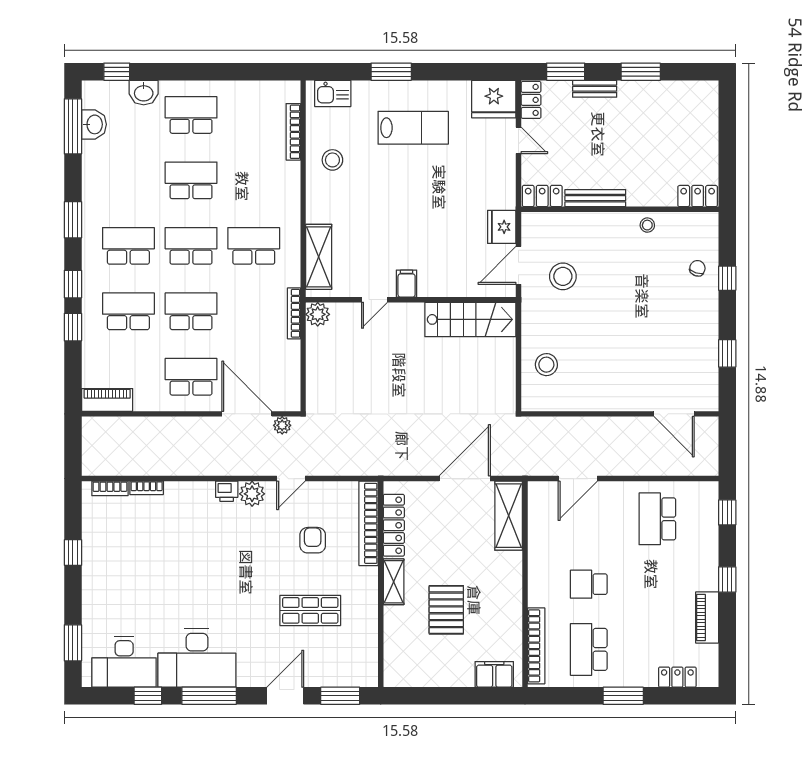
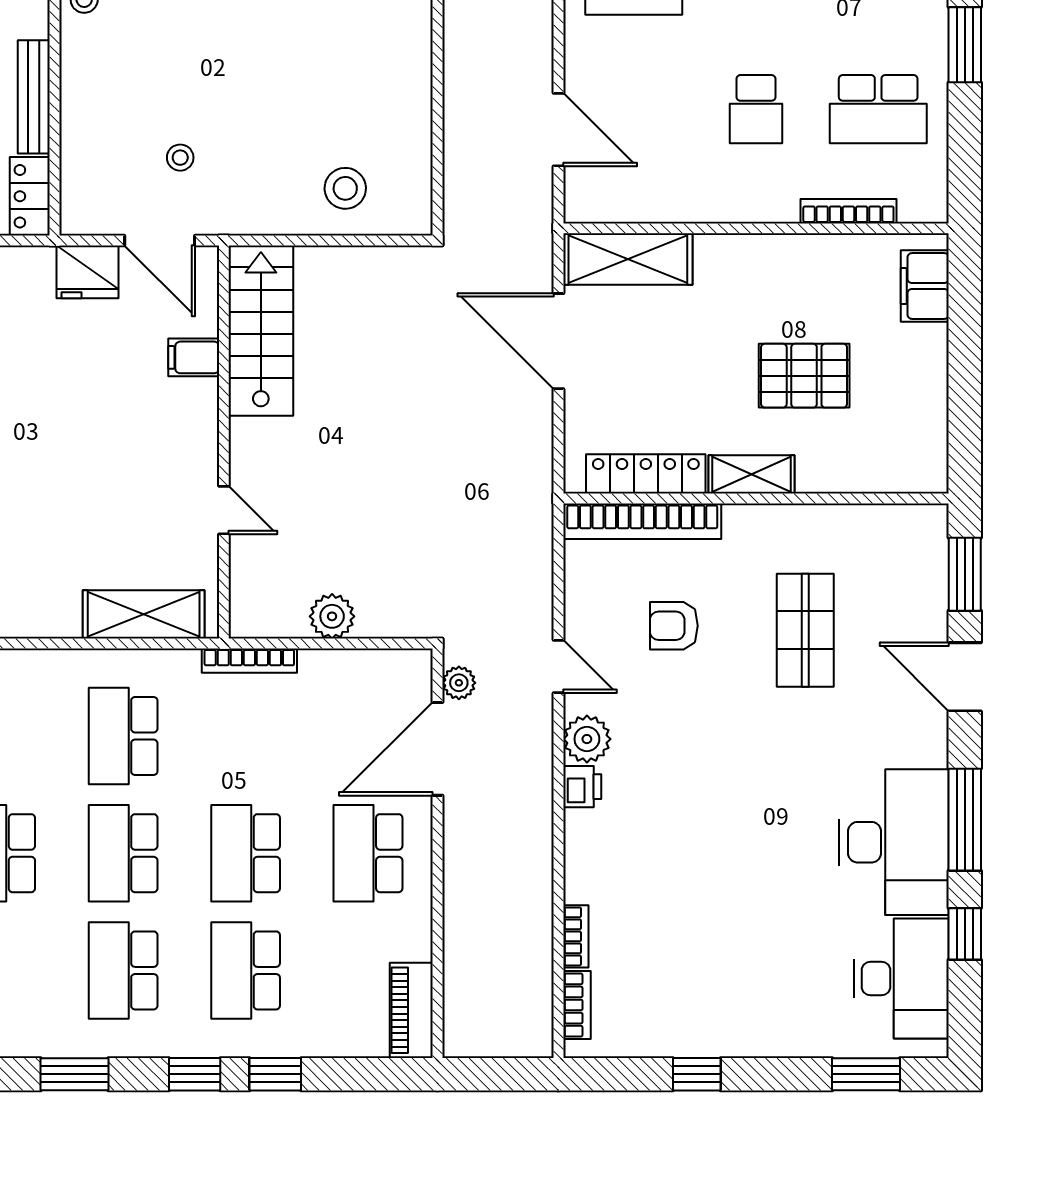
stool: (563, 276) -> (180, 158), width x0.53, depth x0.53
filing cabinet: (407, 284) -> (194, 357), moved
plant: (318, 314) -> (332, 616), moved
bookcase: (536, 646) -> (848, 211), width x0.68, depth x0.76

